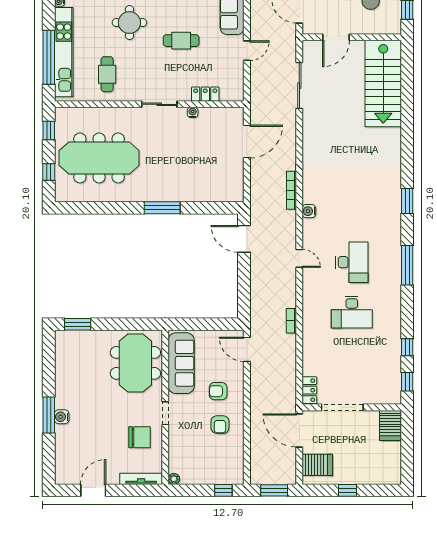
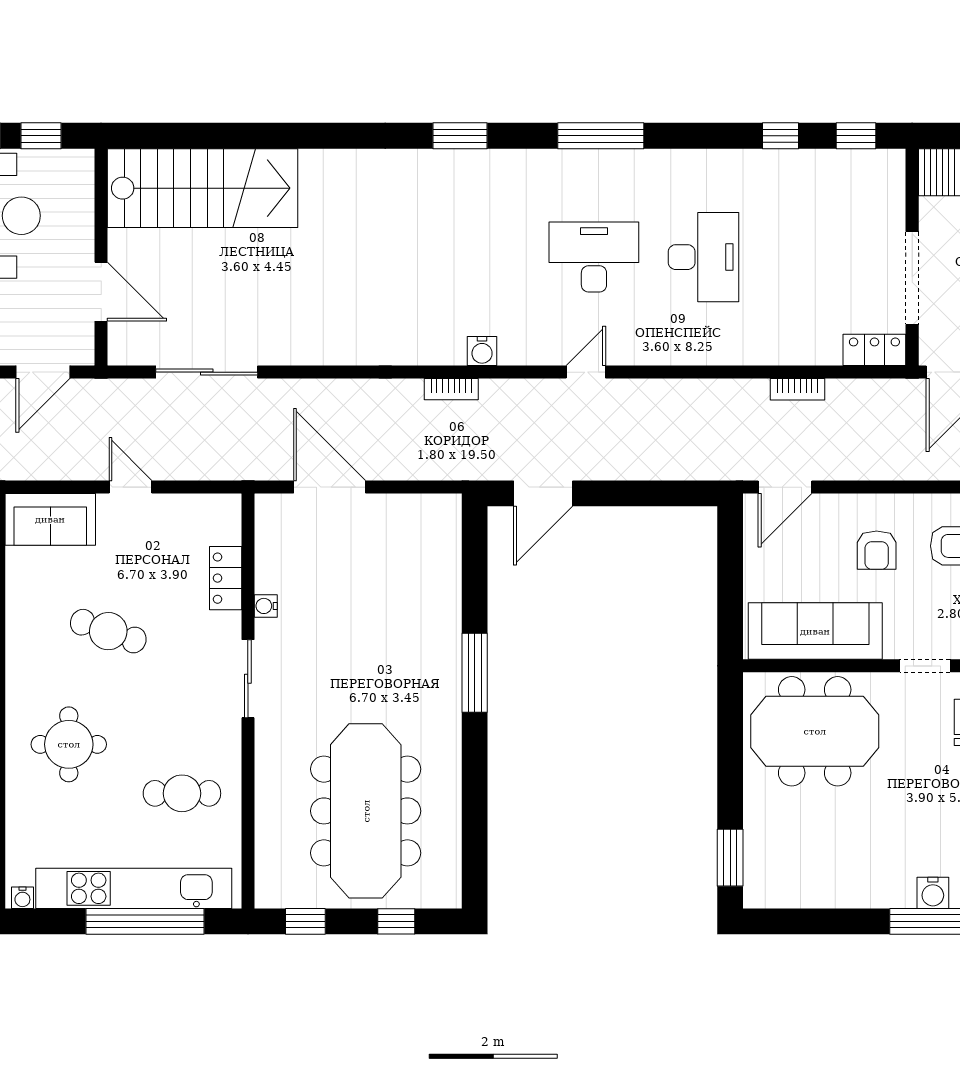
cafe table: (181, 41) -> (108, 631), turned -71
bookcase: (292, 190) -> (451, 389), width x0.64
bookcase: (291, 321) -> (797, 389), moved

